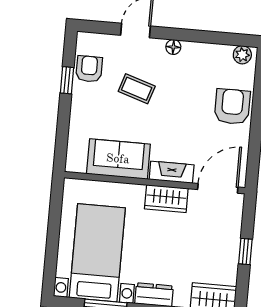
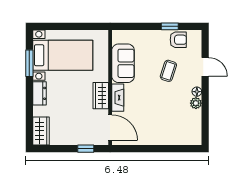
plant: (242, 55) -> (196, 103), moved
armchair: (232, 107) -> (163, 132), removed
window: (245, 251) -> (86, 149), moved

